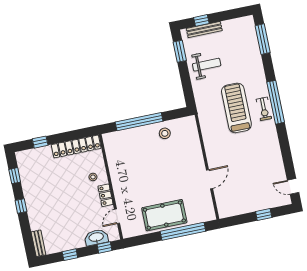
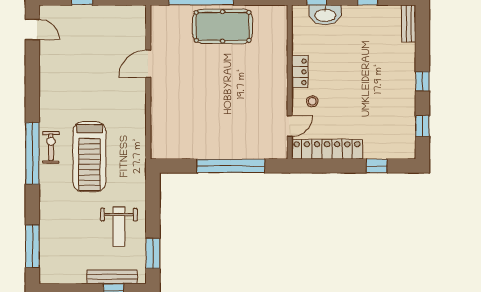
weight bench: (207, 65) -> (119, 227), turned -90
stool: (165, 133) -> (198, 142), removed
door: (117, 216) -> (290, 126), moved

